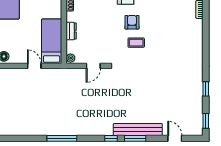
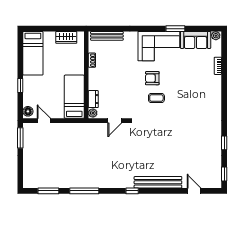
armchair: (132, 22) -> (152, 78), turned -90
dresser: (71, 31) -> (93, 99), moved
door: (34, 66) -> (44, 121), moved
window: (135, 138) -> (48, 191), moved

